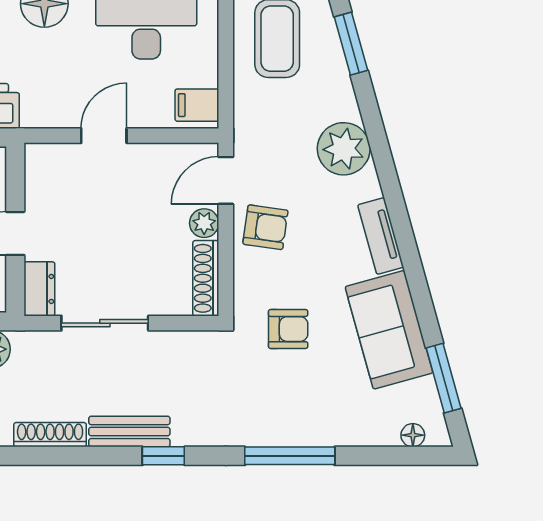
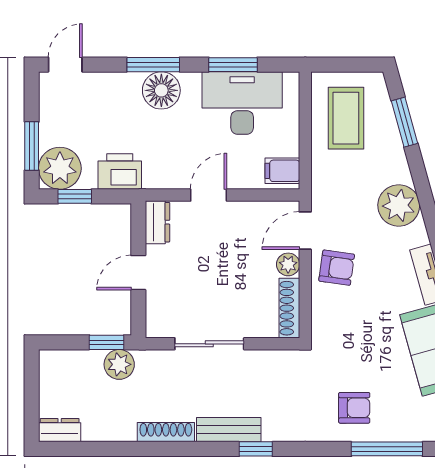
dresser: (39, 289) -> (157, 222), moved
armchair: (288, 329) -> (354, 408), moved
window: (290, 456) -> (387, 449), moved

